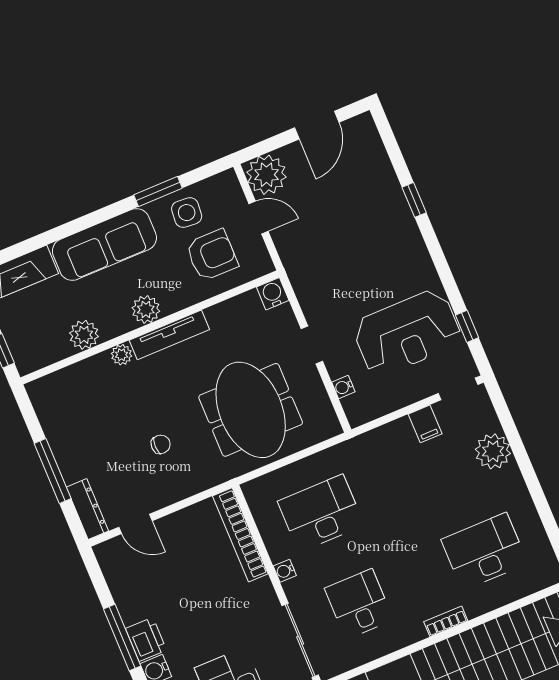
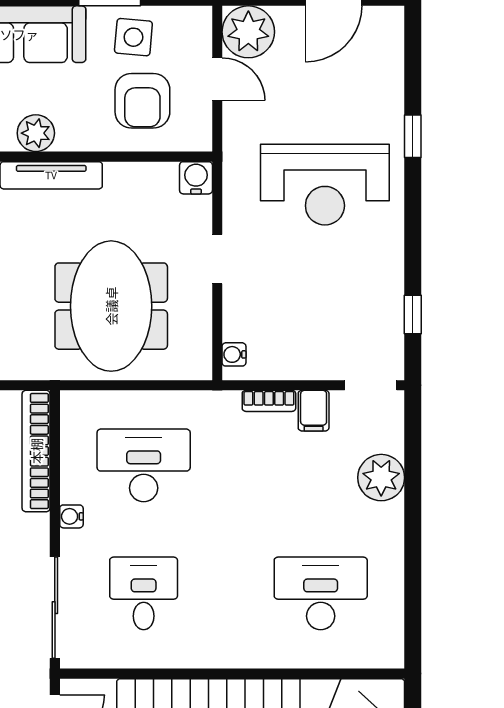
armchair: (212, 255) -> (142, 101), turned 90
reception desk: (407, 333) -> (325, 185), moved
water cooler: (343, 387) -> (234, 354), moved
bookcase: (446, 621) -> (269, 401), moved, turned 180

